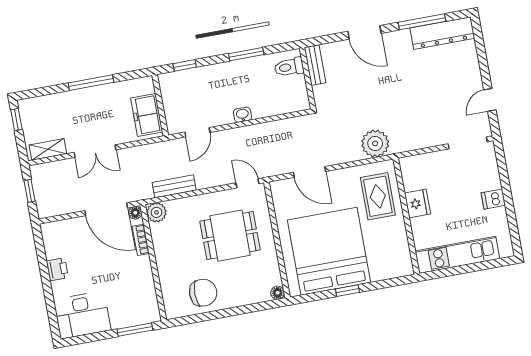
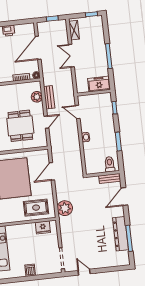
door: (364, 32) -> (124, 197), moved
dresser: (442, 33) -> (121, 234), moved
freezer: (147, 115) -> (99, 84), moved
door: (247, 183) -> (46, 122), moved
fridge: (417, 204) -> (43, 227), moved
door: (106, 209) -> (38, 48), moved
plant: (156, 212) -> (37, 97), moved

